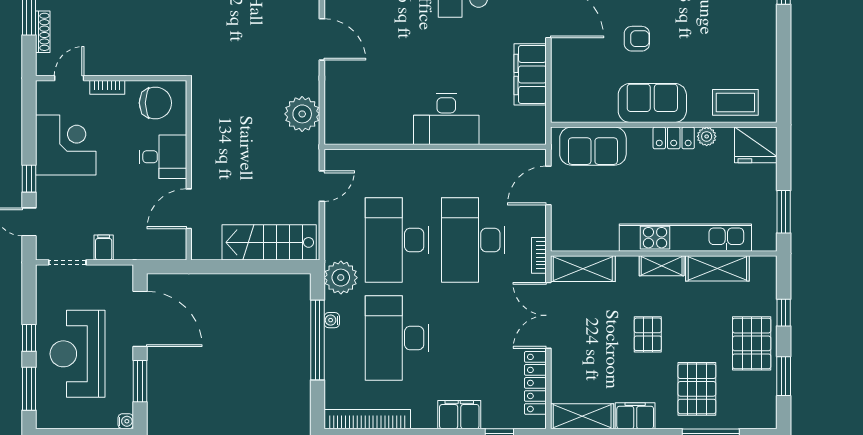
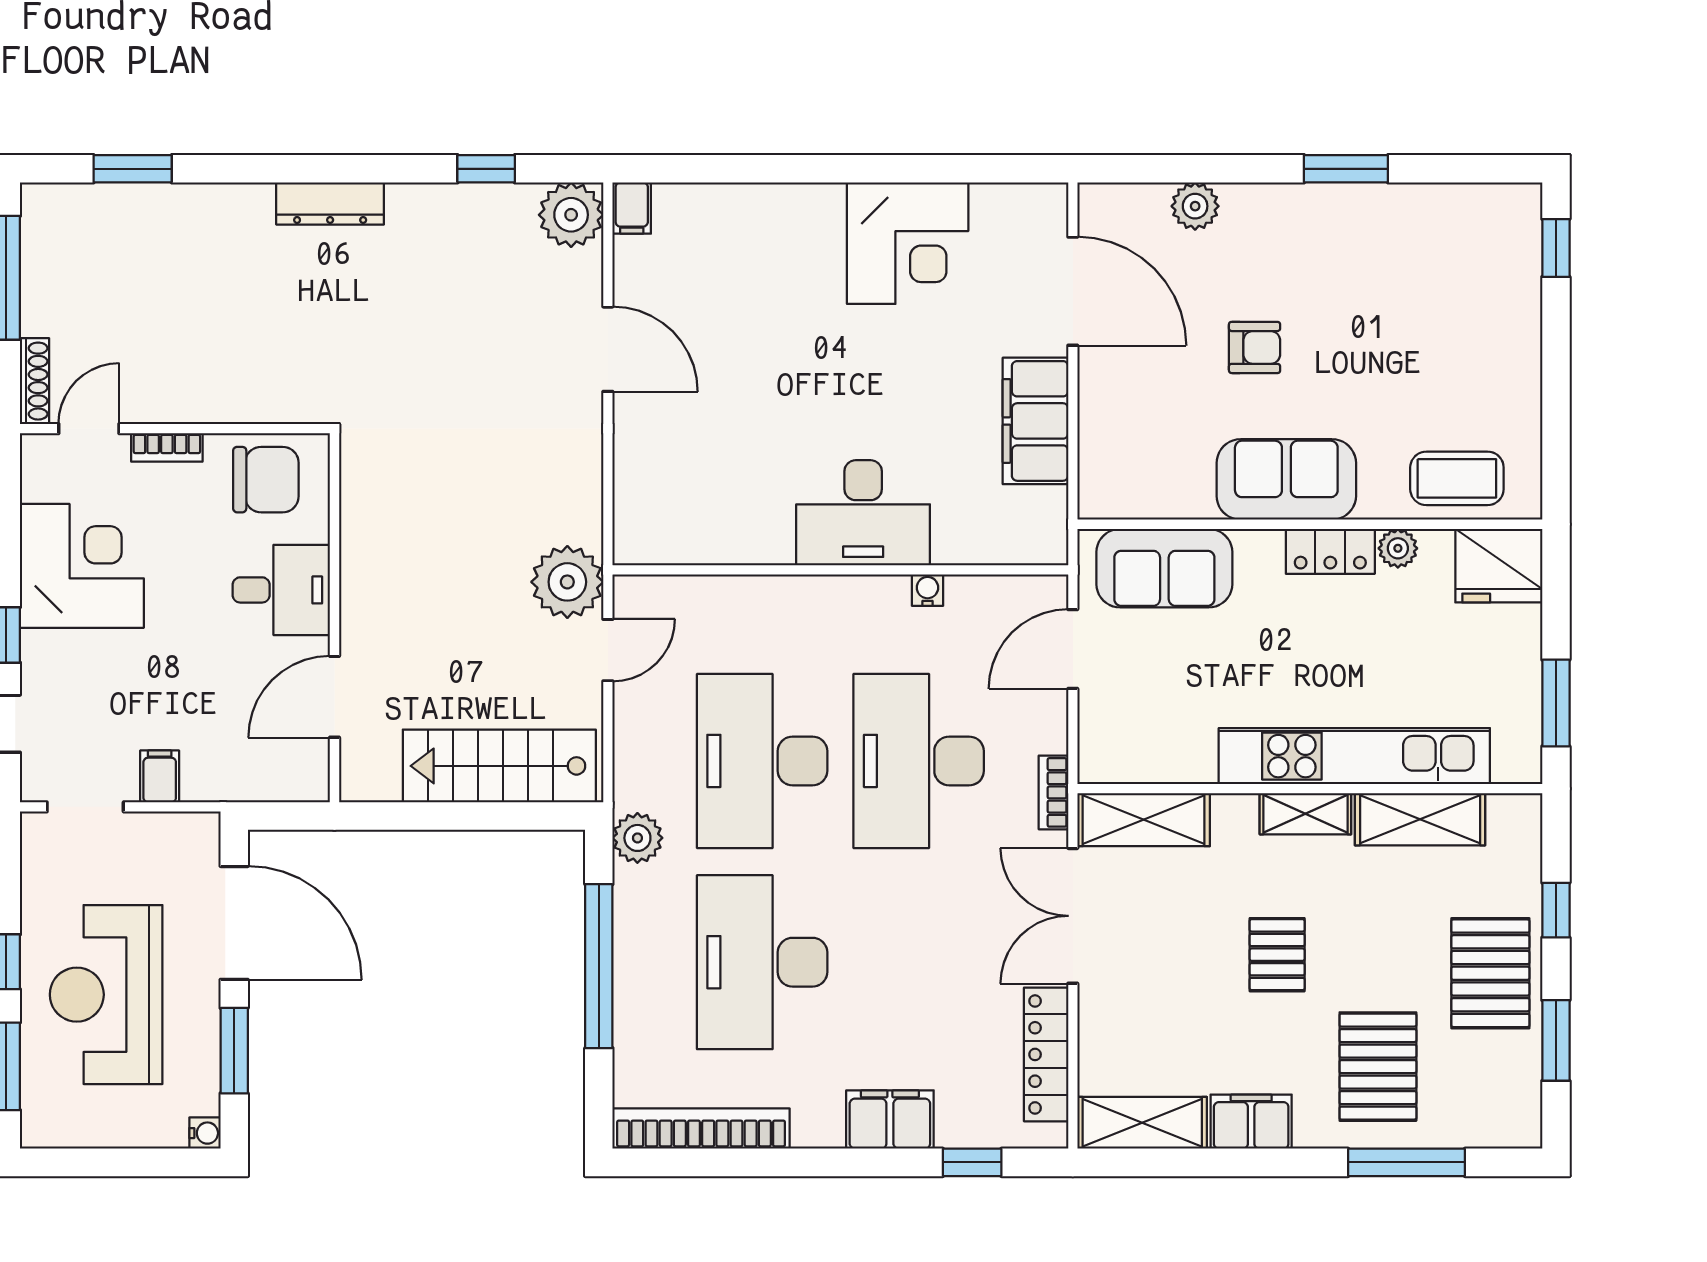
shoe rack: (43, 32) -> (35, 381), moved
plant: (302, 114) -> (567, 582), moved
plant: (341, 278) -> (637, 838), width x0.73, depth x0.73
water cooler: (332, 320) -> (927, 590), moved, turned 90

